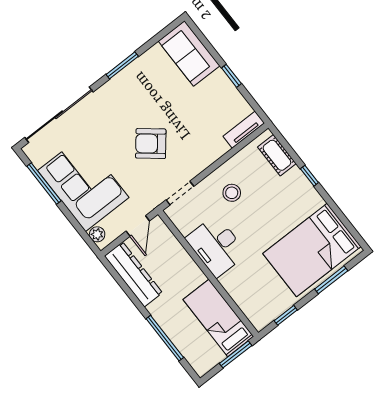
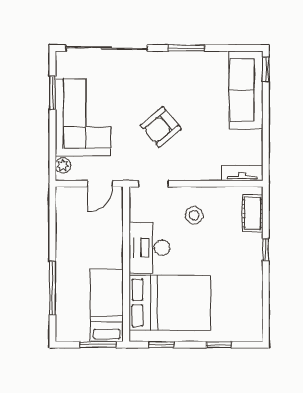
sofa: (189, 53) -> (246, 90), width x1.36
window: (231, 76) -> (266, 69), moved
armchair: (151, 144) -> (161, 127), turned -79
window: (44, 183) -> (52, 93), width x0.69
bed: (312, 250) -> (170, 303), moved, turned 180
dresser: (133, 274) -> (67, 219), removed
window: (331, 280) -> (219, 345), width x0.67

